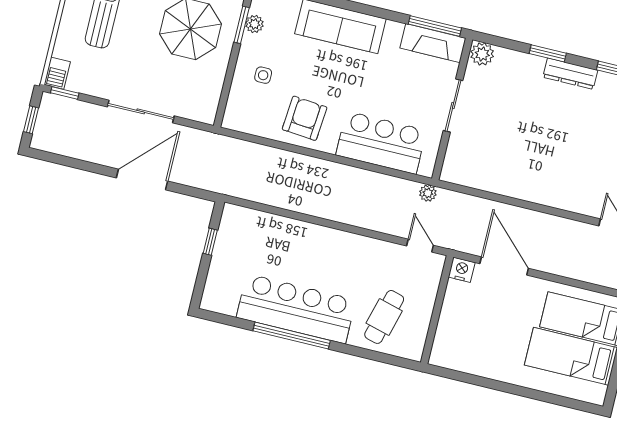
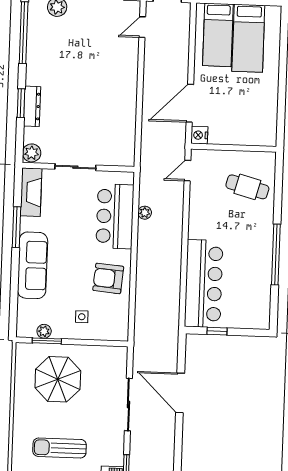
window: (435, 26) -> (16, 227), moved
dresser: (570, 74) -> (32, 106), moved
plant: (428, 193) -> (145, 213), moved
bar counter: (296, 309) -> (204, 284), moved, turned 180

